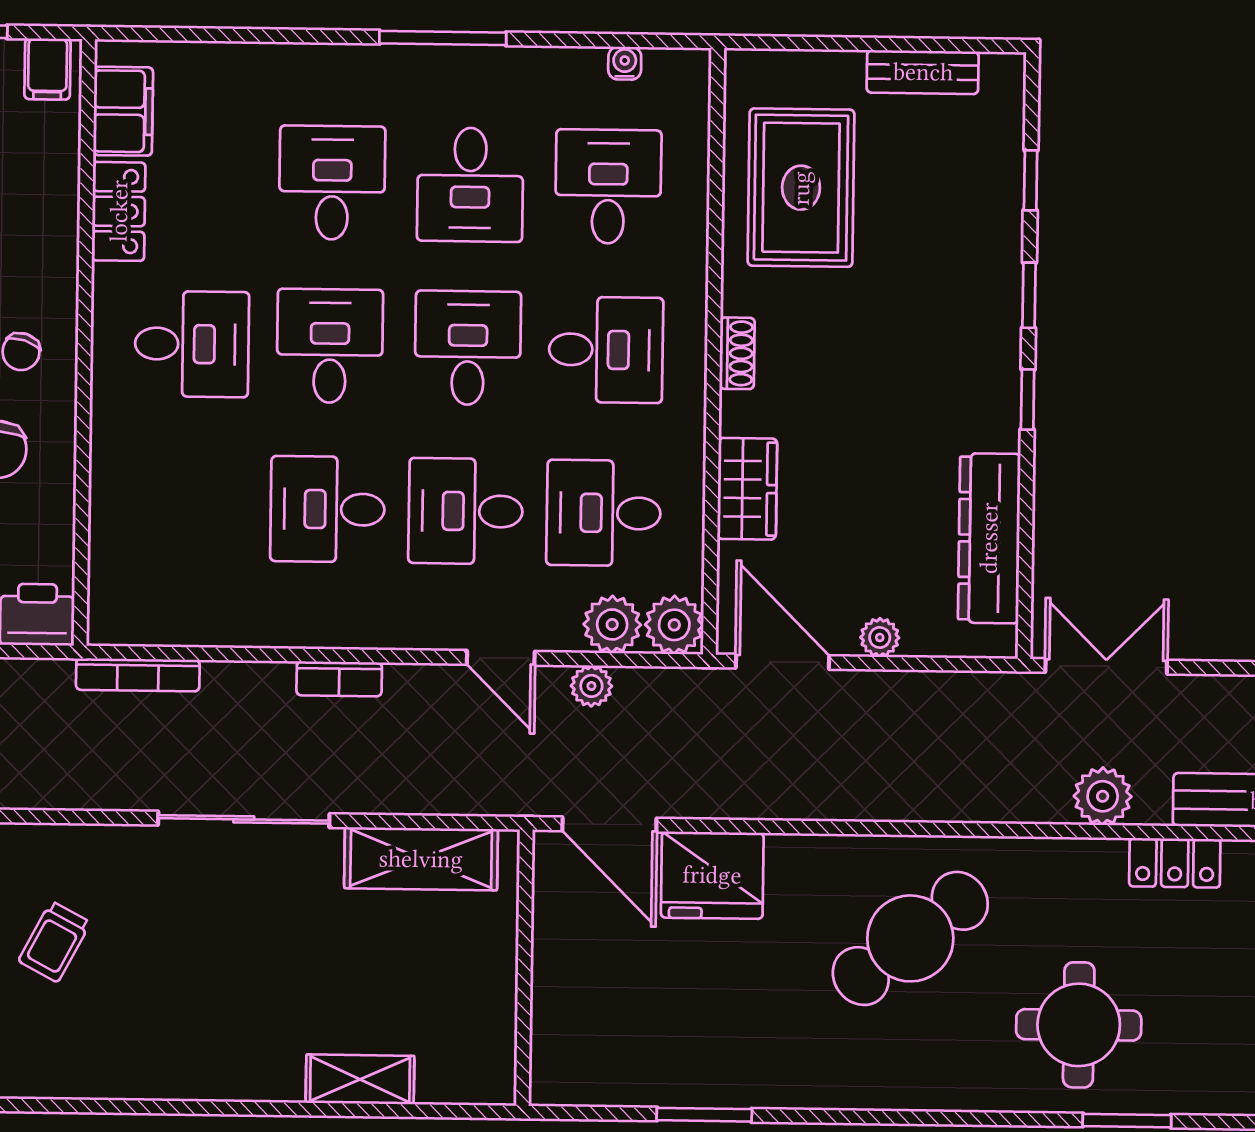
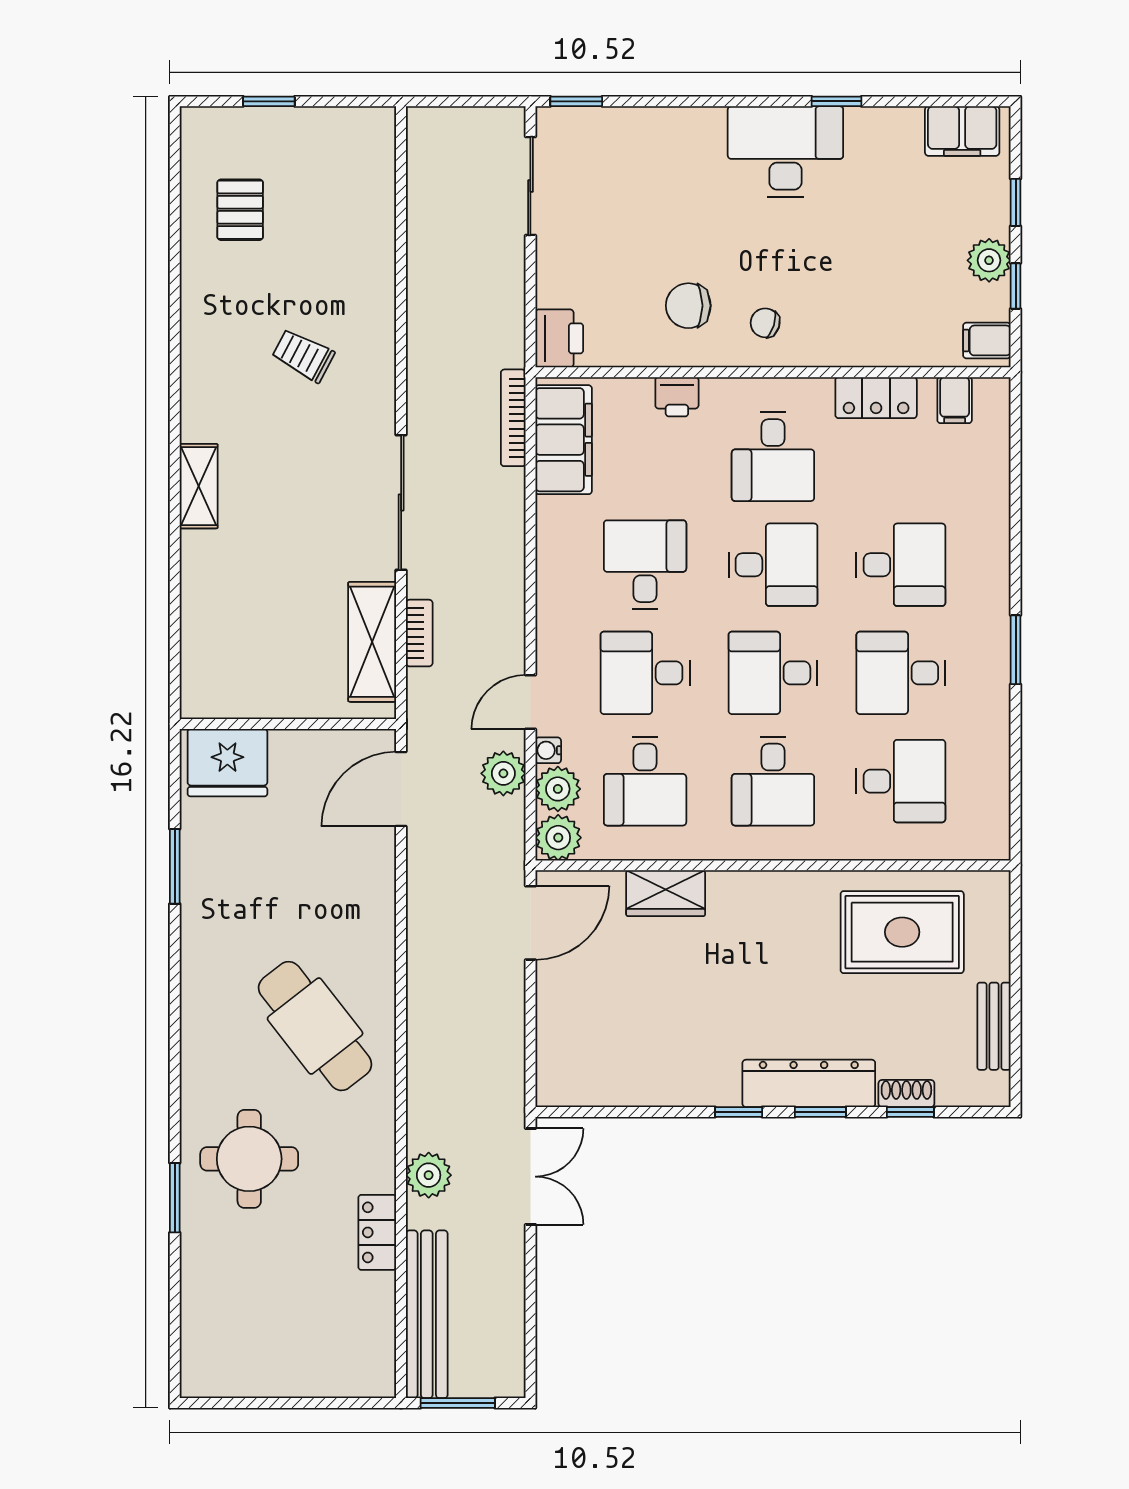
window: (443, 38) -> (1016, 650), width x0.69
water cooler: (625, 63) -> (548, 750), moved, turned 180
filing cabinet: (123, 111) -> (955, 400), width x0.50
desk: (468, 348) -> (773, 673), turned 180
shoe rack: (737, 353) -> (906, 1094), moved, turned 180
printer: (114, 465) -> (677, 397), added
desk: (466, 511) -> (645, 673), turned -90
desk: (604, 513) -> (645, 781), turned 180
dresser: (989, 538) -> (809, 1083), moved
filing cabinet: (167, 611) -> (564, 440), added
plant: (880, 637) -> (551, 999), removed
bookcase: (339, 679) -> (419, 633), moved, turned 180
plant: (591, 686) -> (503, 773), width x1.38, depth x1.38
fridge: (712, 875) -> (227, 763), moved, turned -90
shelving: (360, 1079) -> (199, 486), moved

